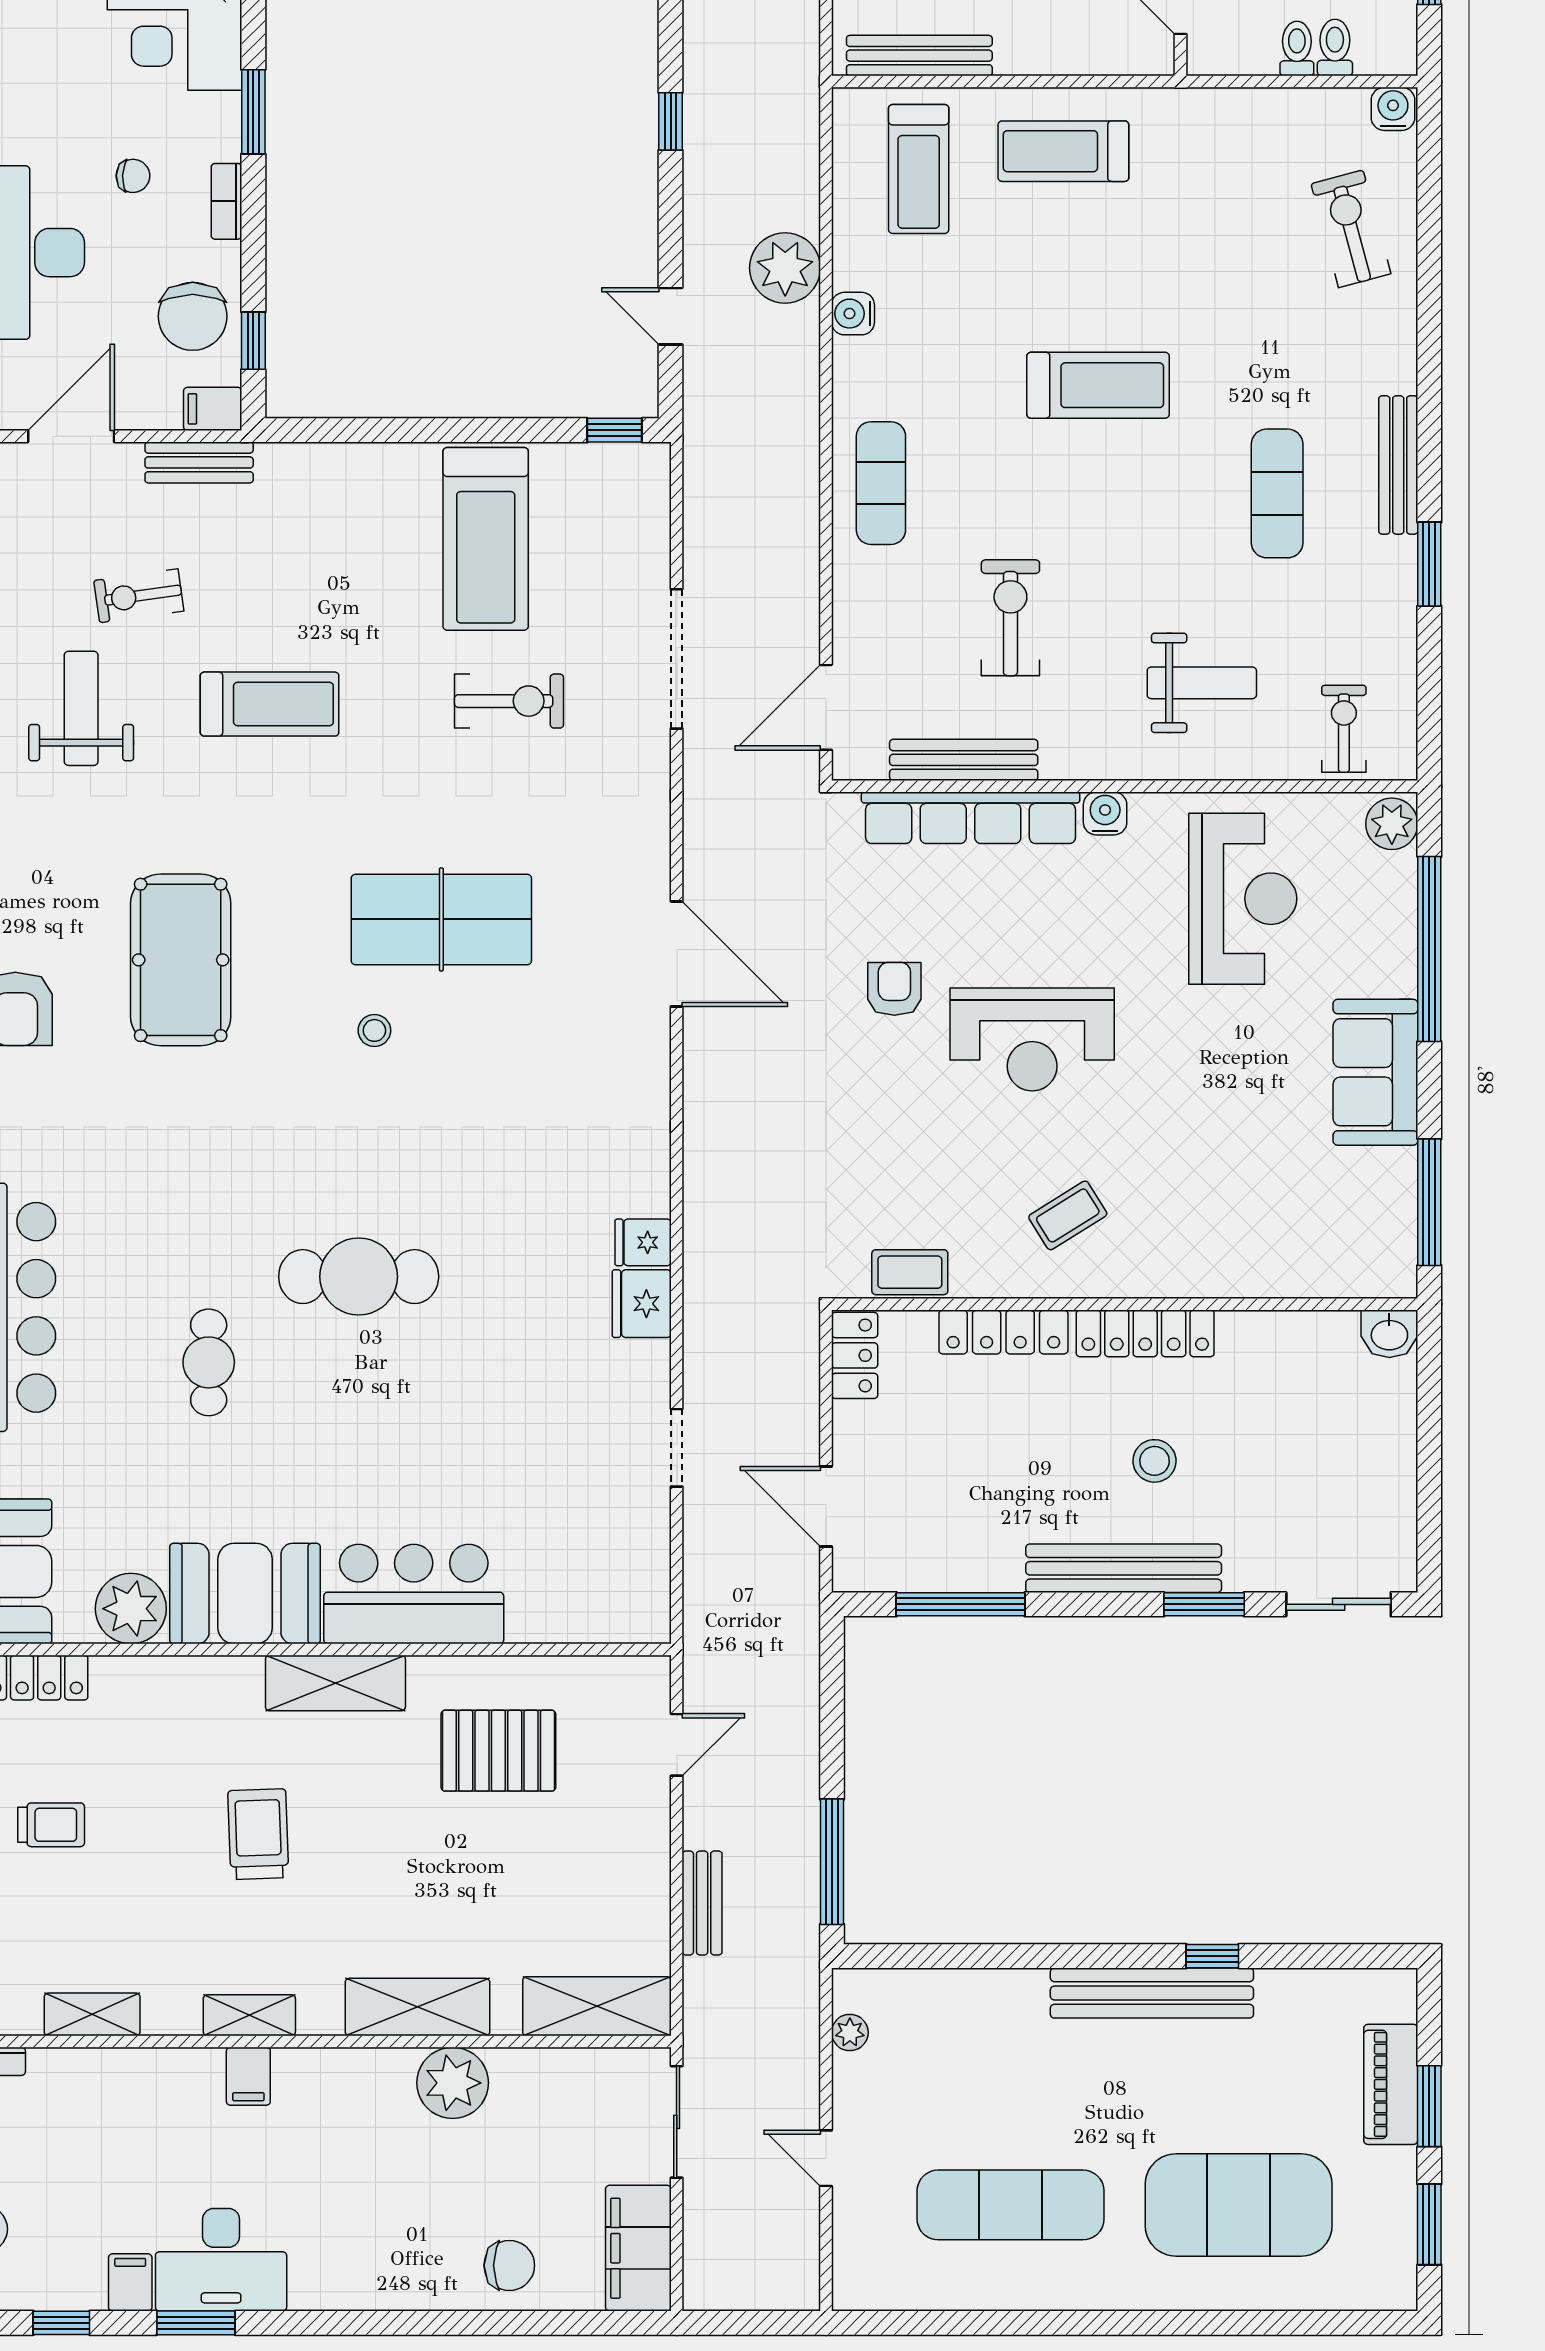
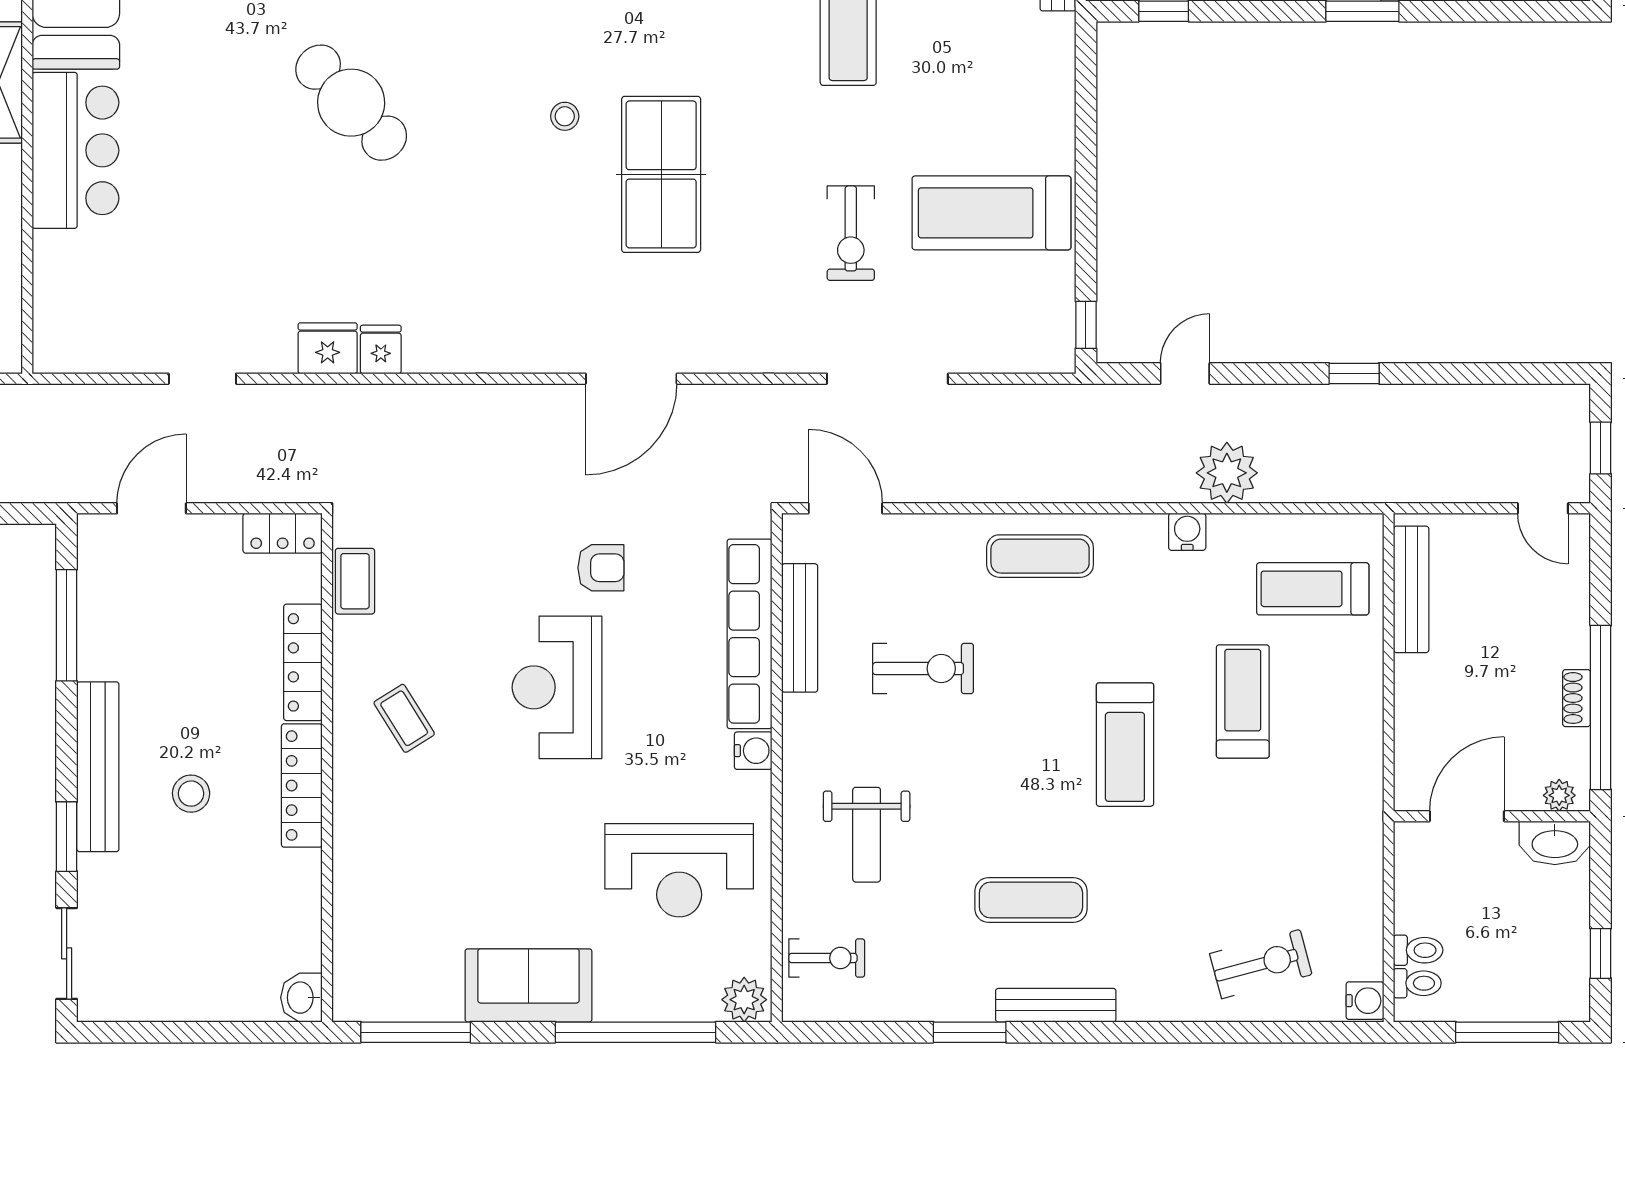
toilet: (1297, 49) -> (1417, 983), moved
treadmill: (1063, 151) -> (1243, 701), moved
cafe table: (359, 1277) -> (351, 103), turned -43

